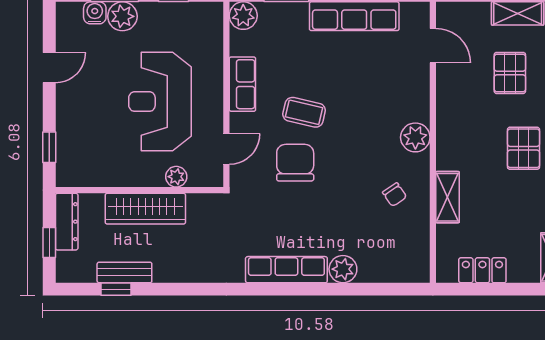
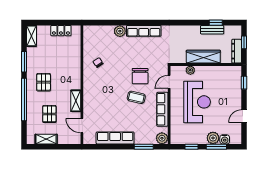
row of seats: (242, 84) -> (162, 109), width x1.48
plant: (415, 137) -> (89, 87), removed
shelving: (448, 197) -> (76, 101), moved

